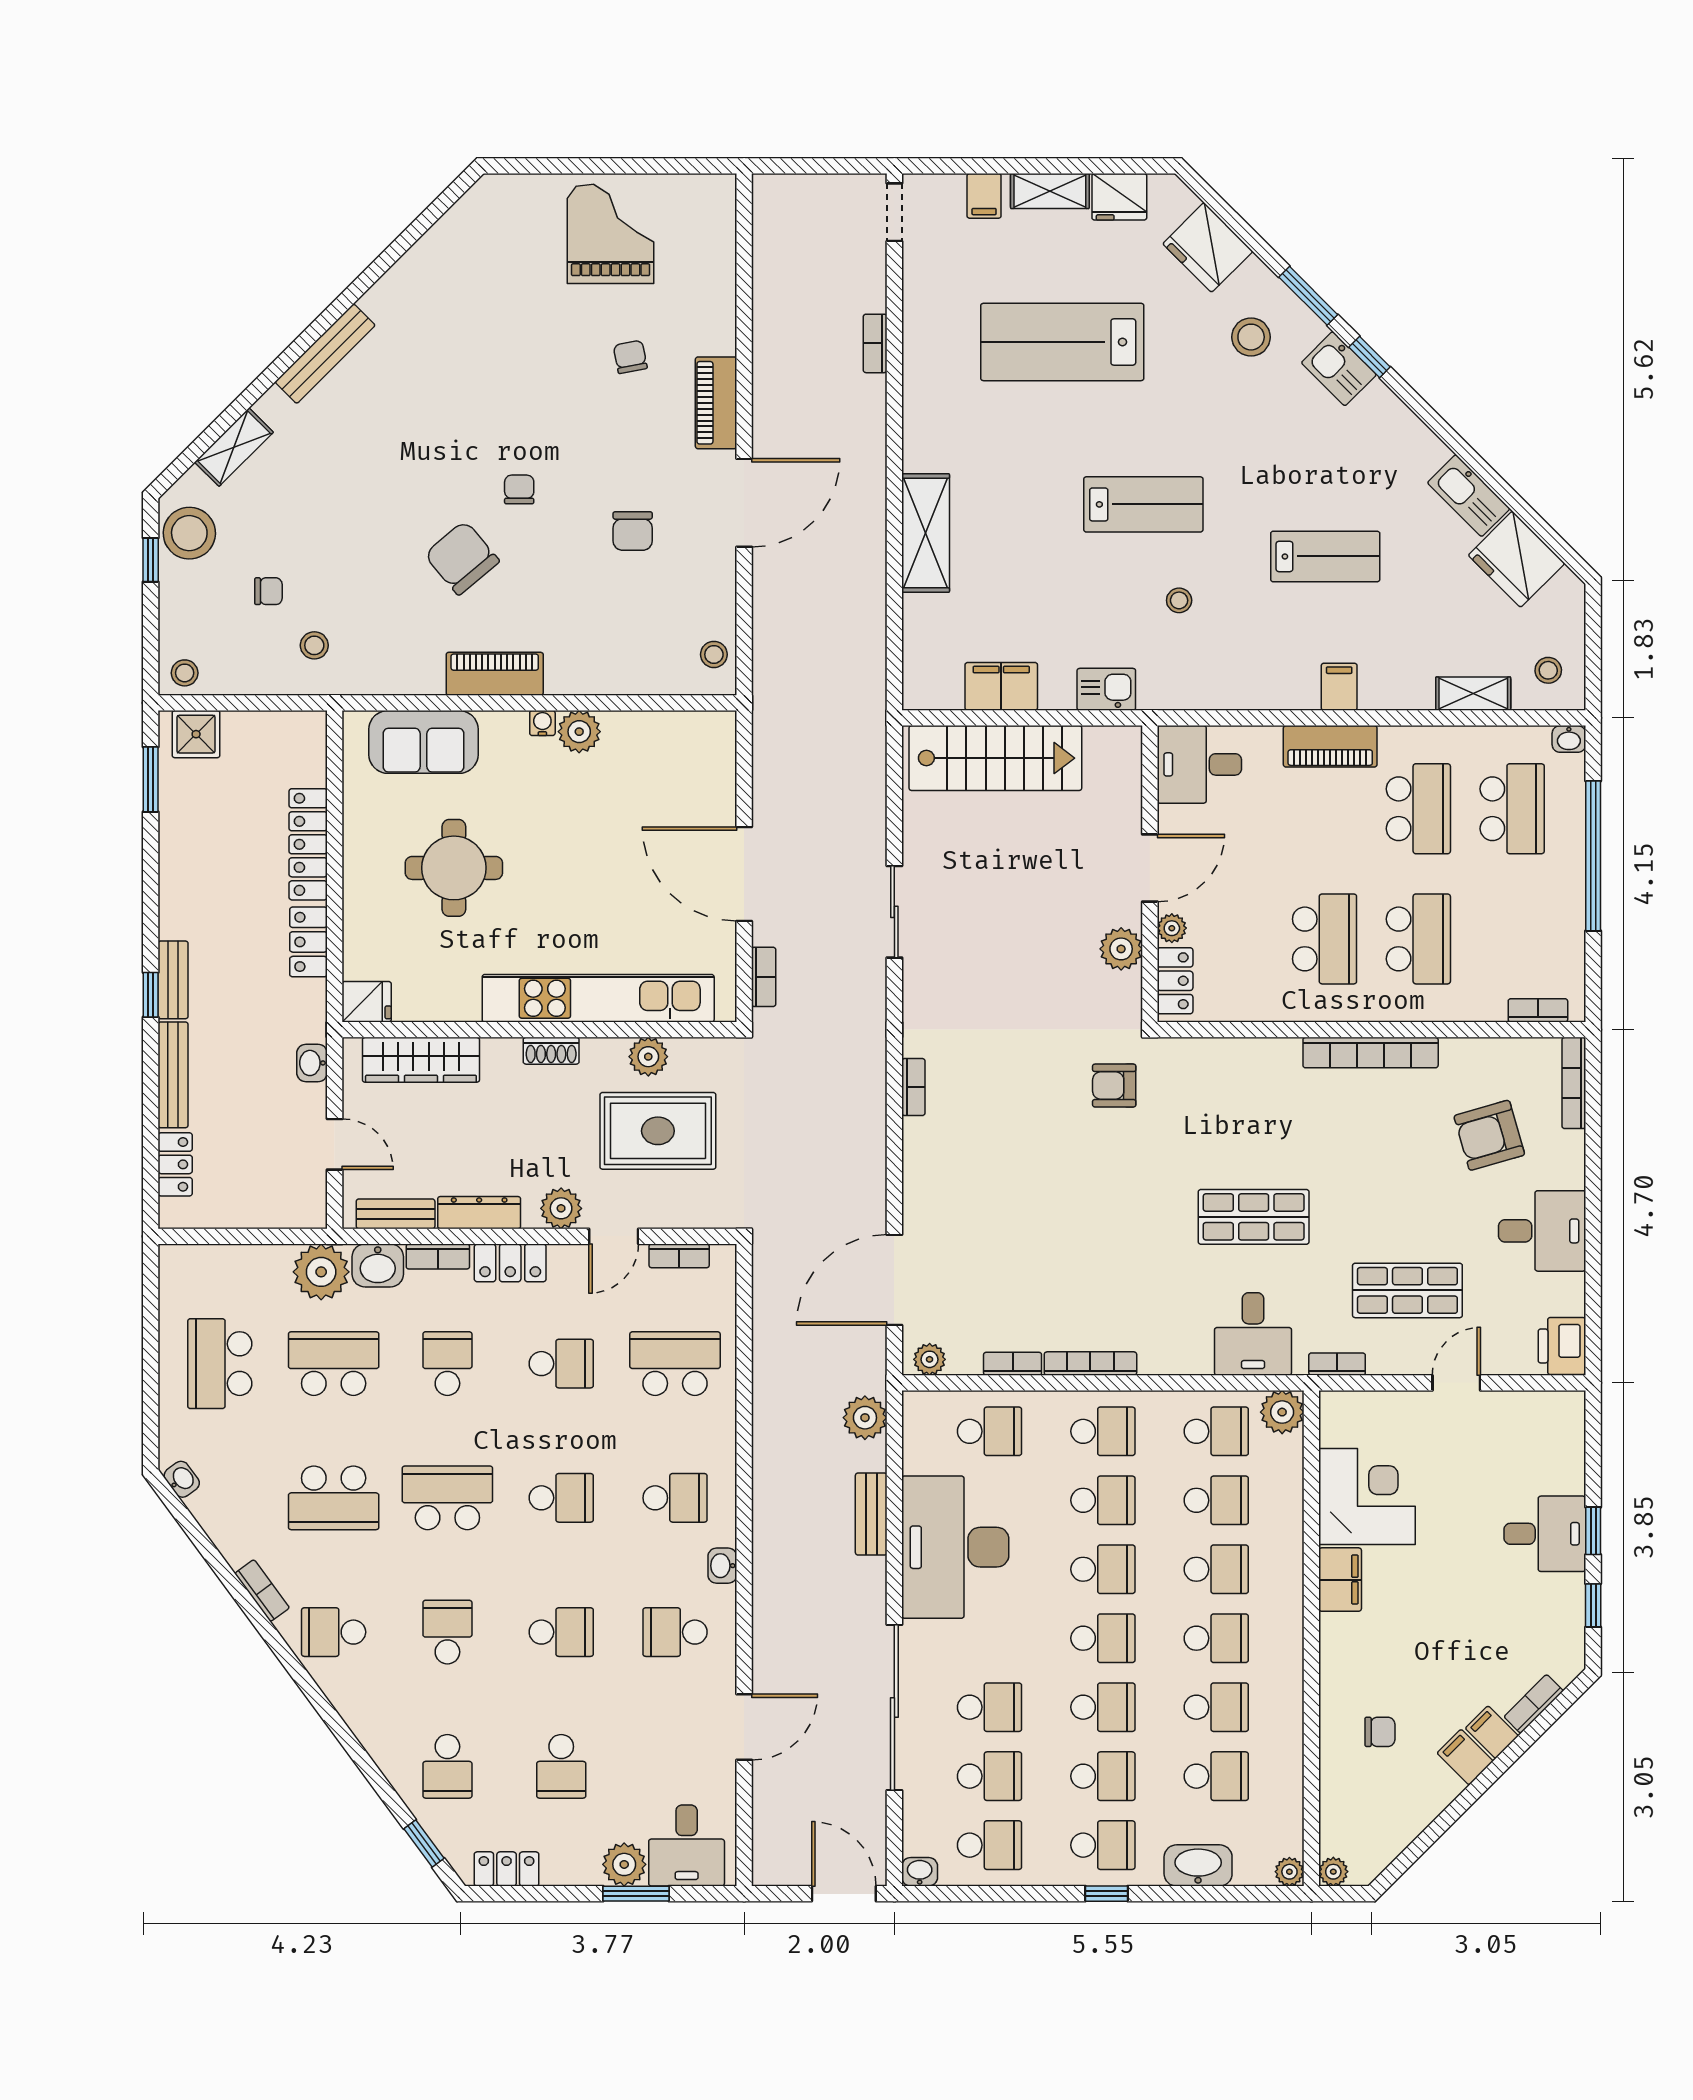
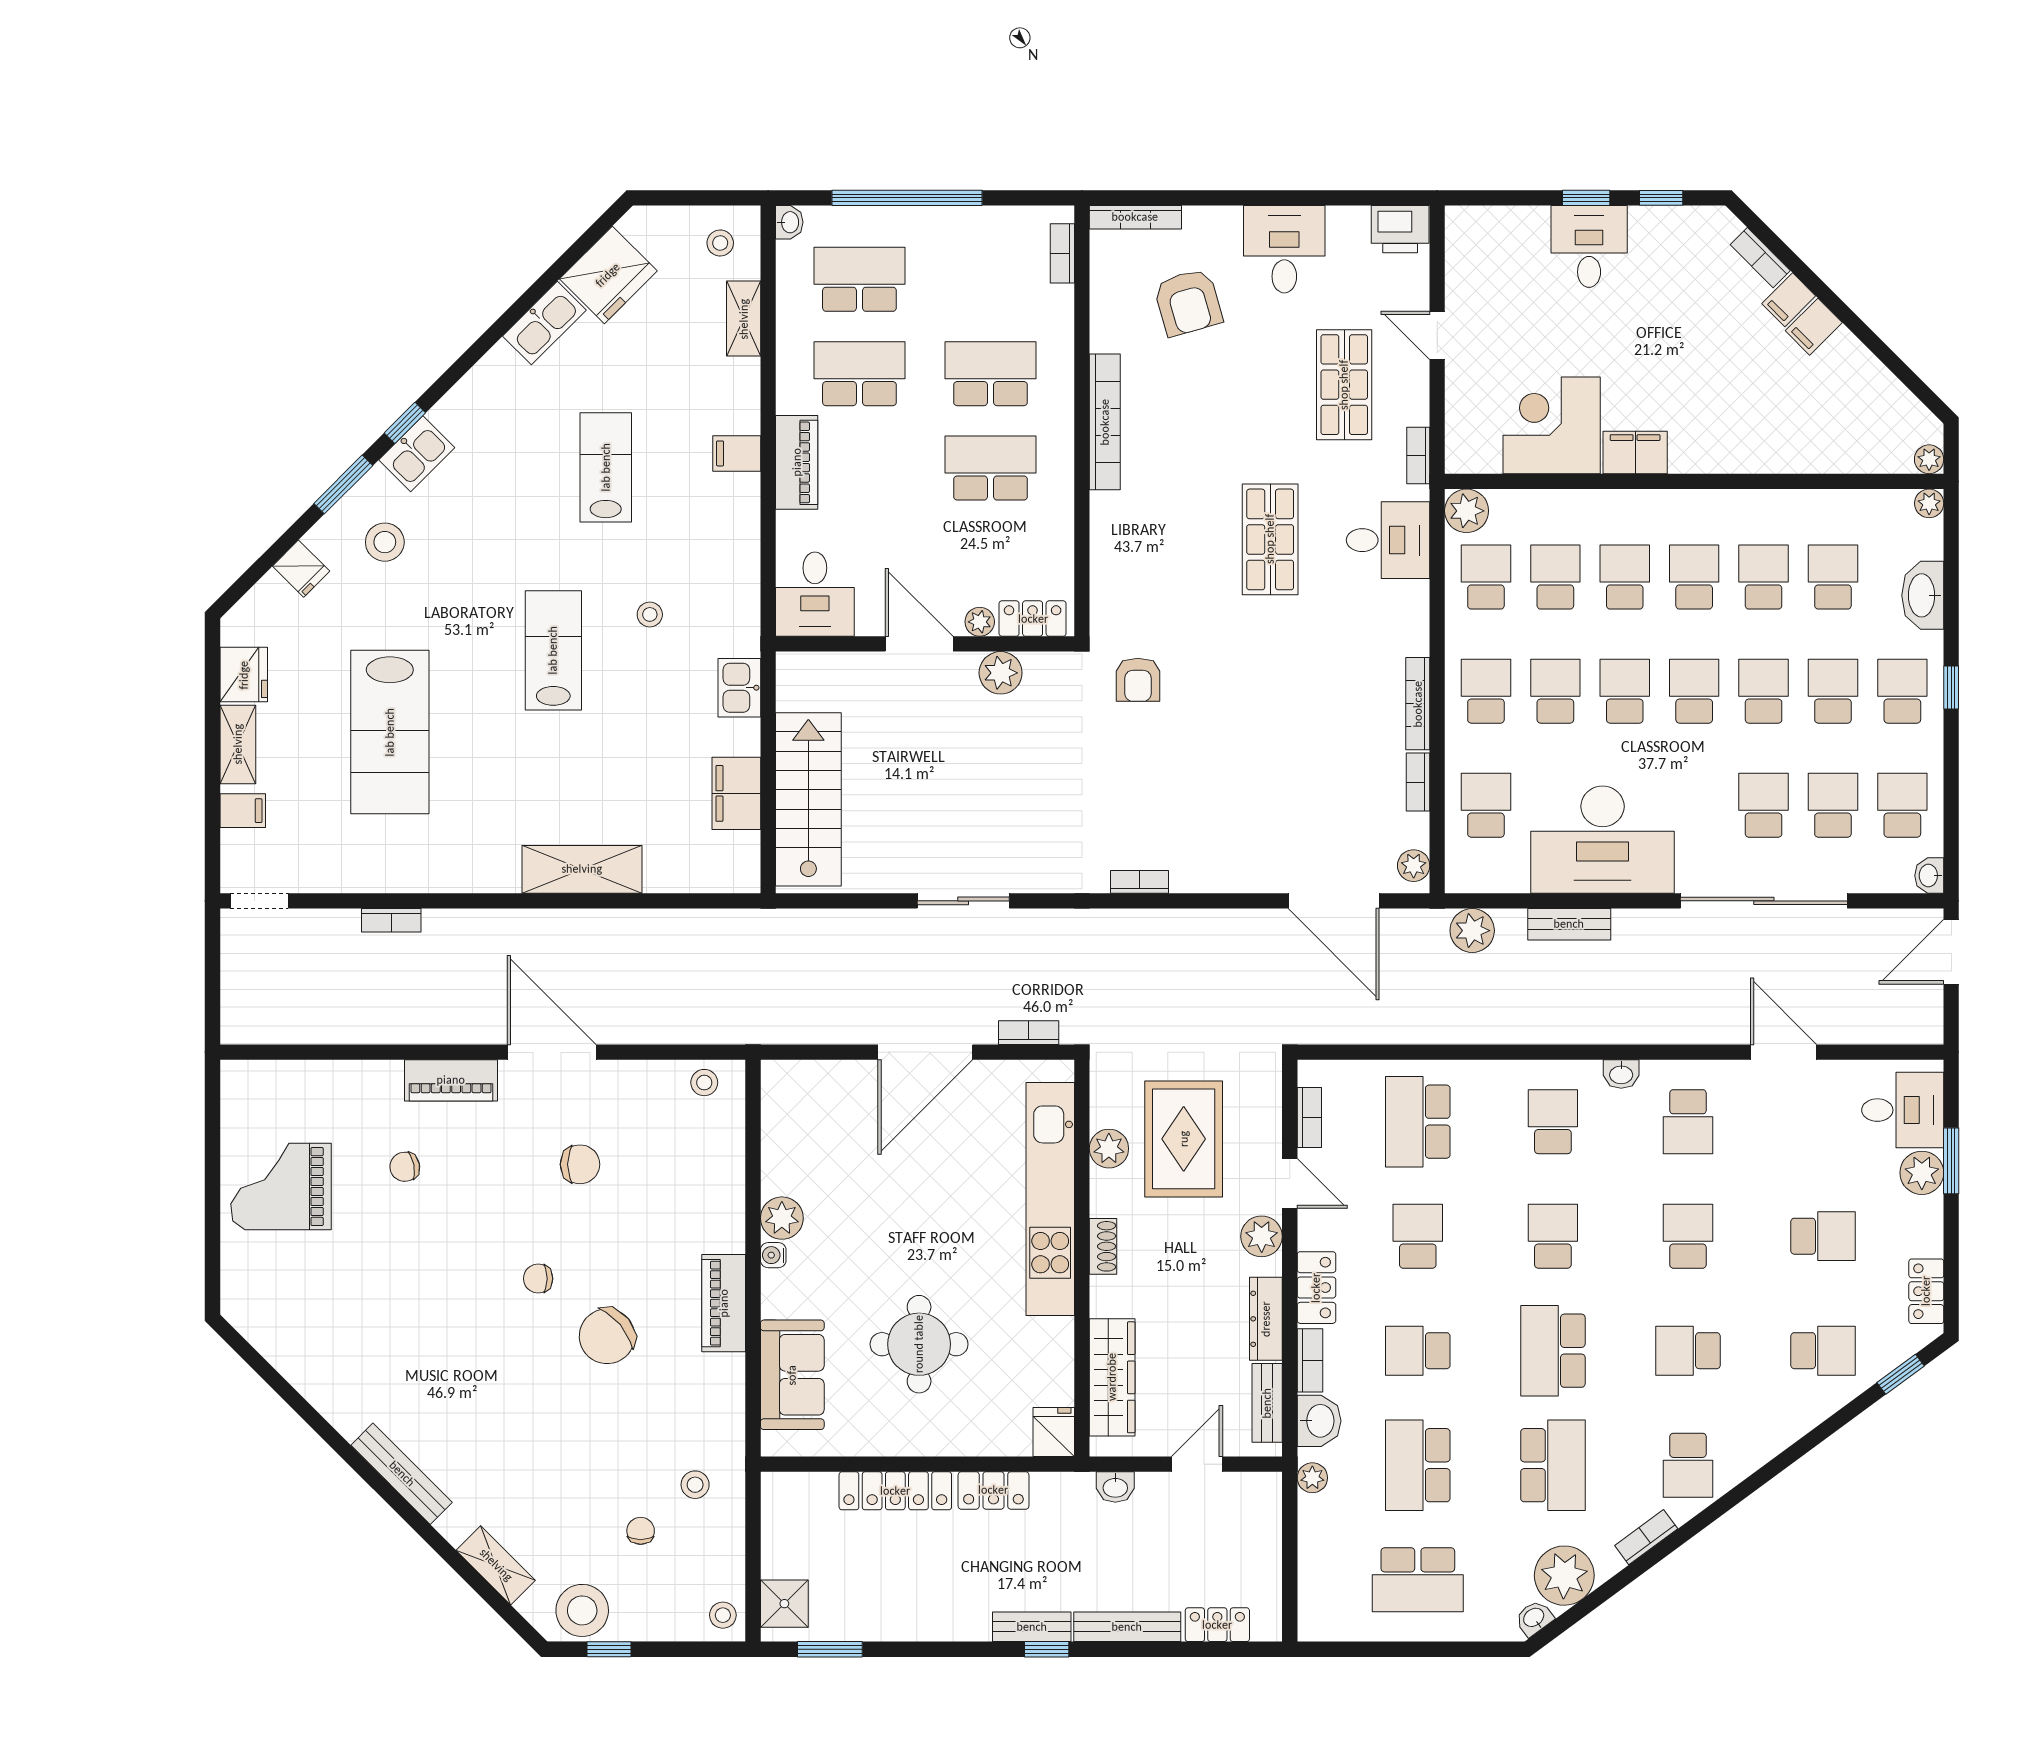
fridge: (1208, 247) -> (301, 569), width x0.53, depth x0.75
plant: (321, 1272) -> (1312, 1478), width x0.53, depth x0.53
plant: (224, 1509) -> (1564, 1576), added
chair: (1380, 1732) -> (1788, 412), removed

